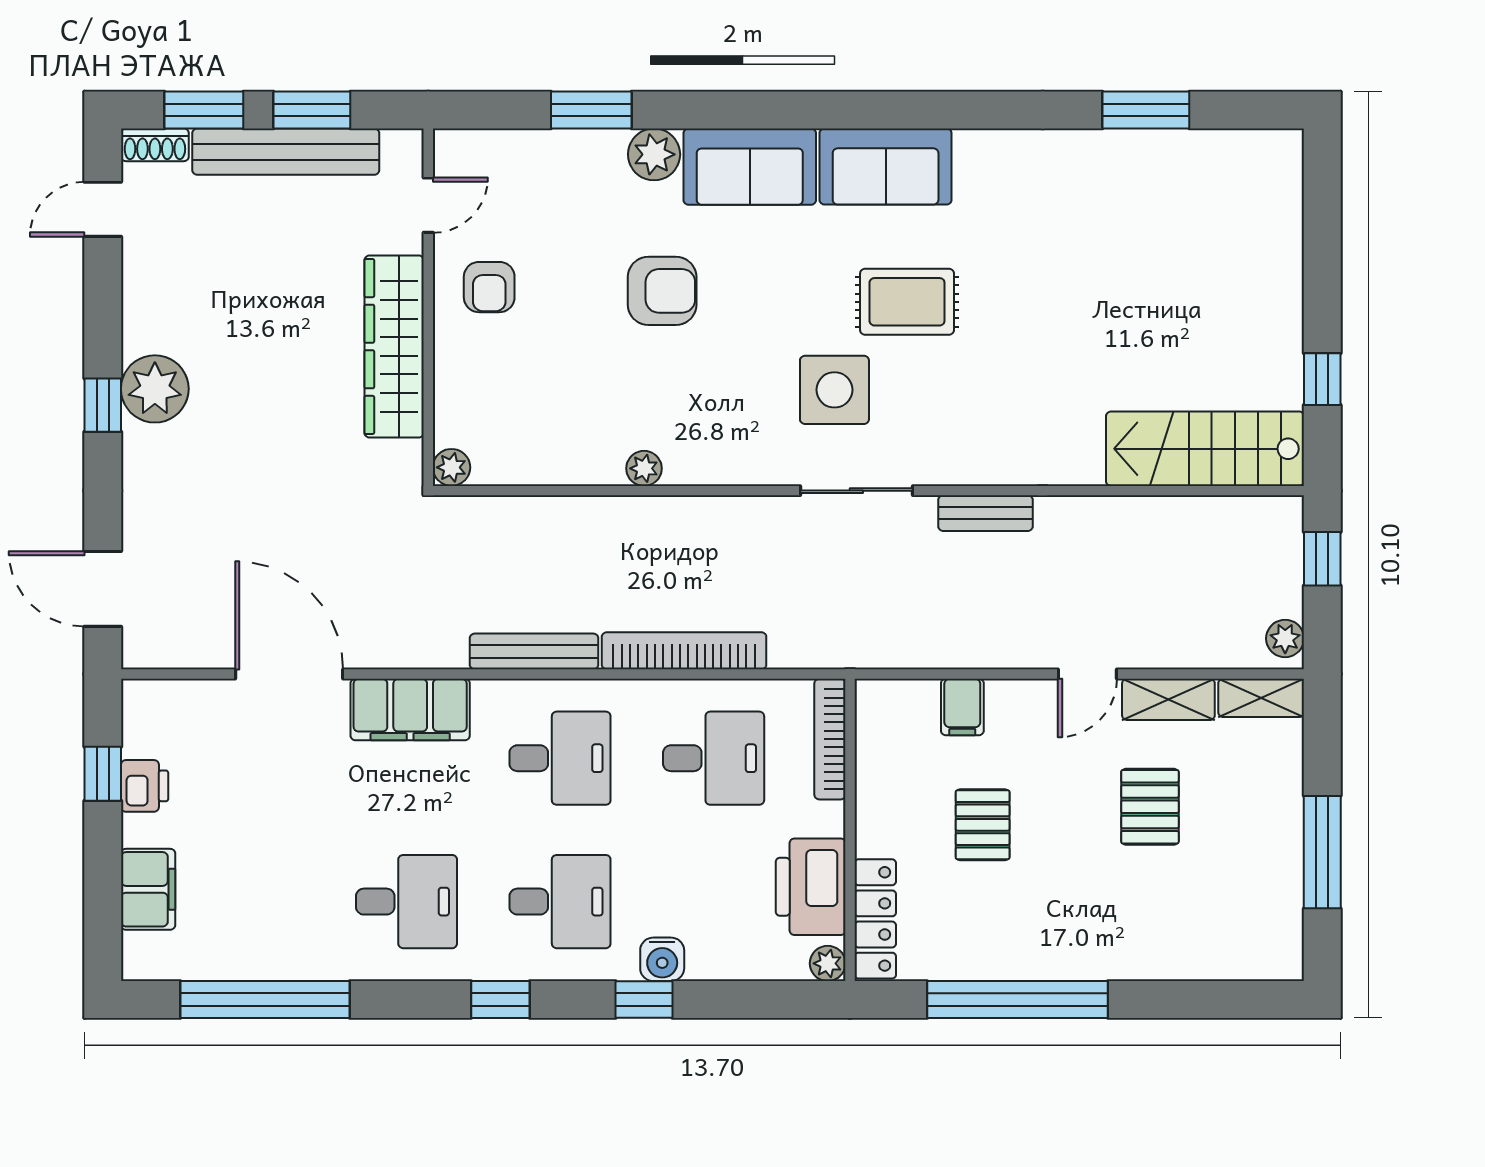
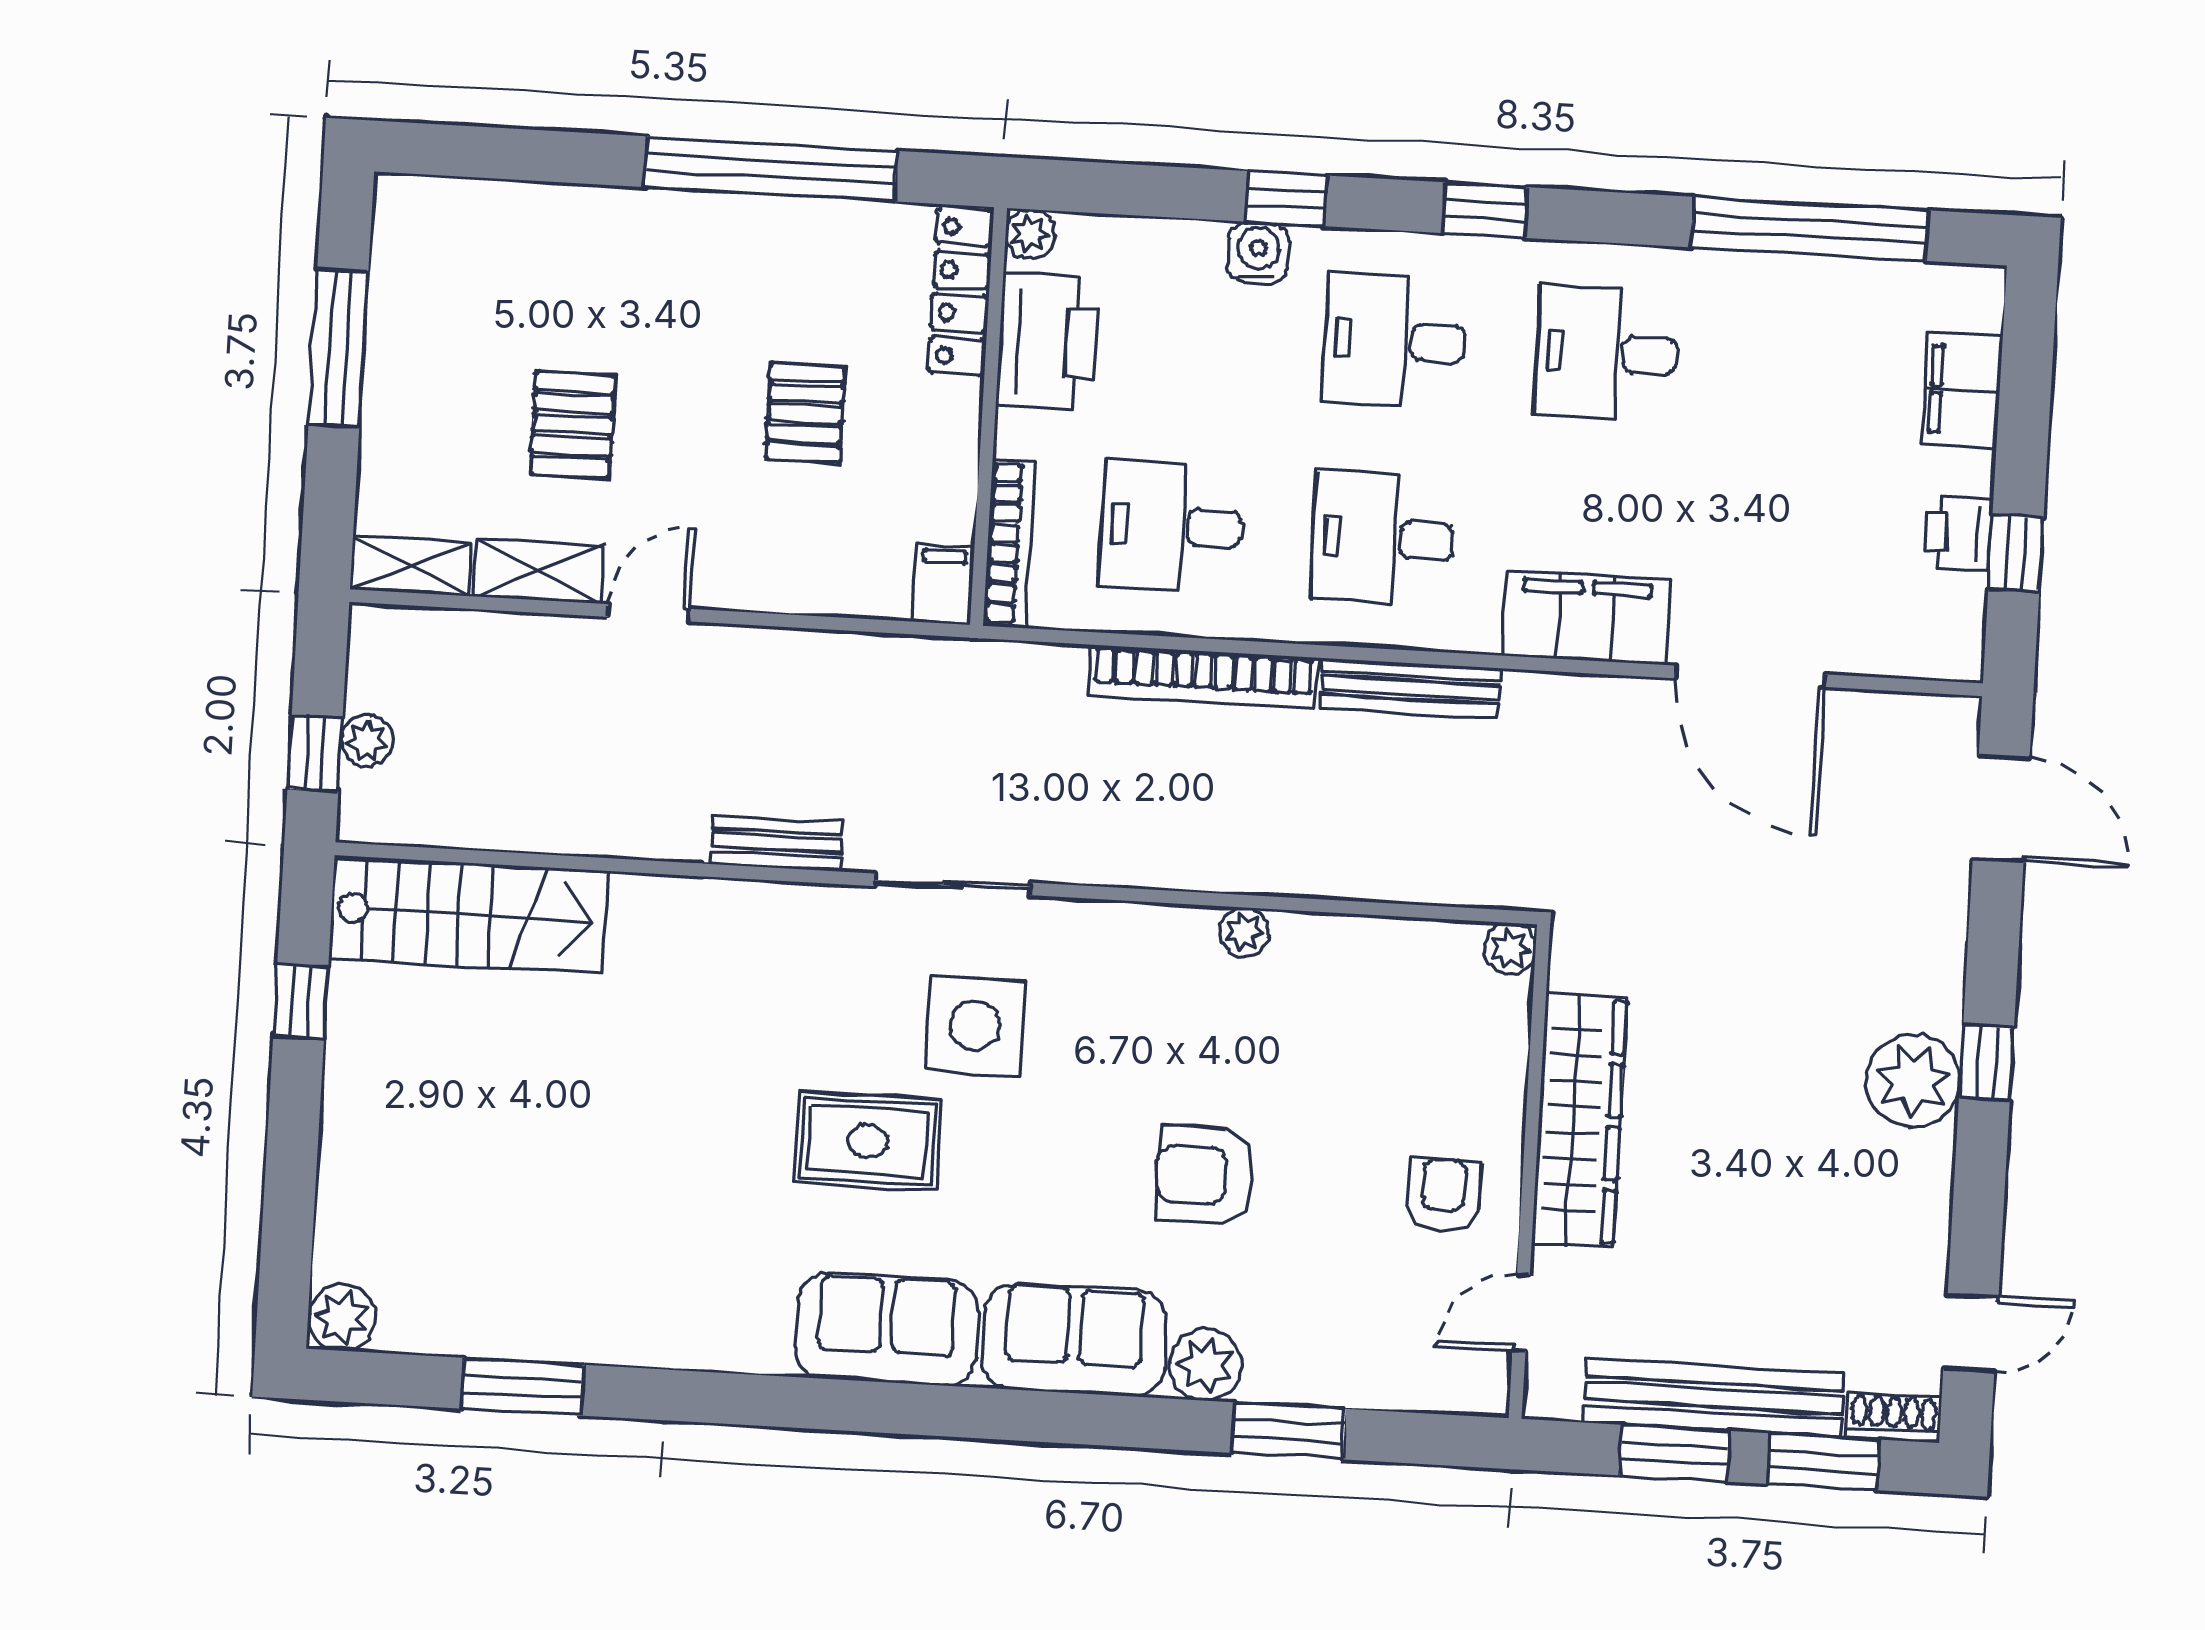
plant: (1279, 153) -> (342, 1317), added
plant: (1285, 638) -> (367, 741), moved
filing cabinet: (962, 707) -> (943, 584), moved

